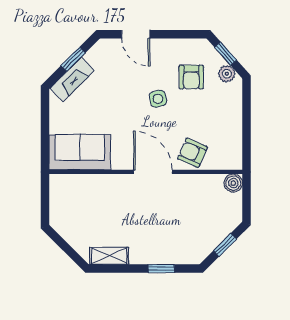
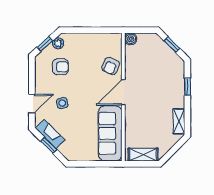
fireplace: (72, 79) -> (50, 134), moved
side table: (158, 99) -> (62, 103), moved
sofa: (80, 152) -> (110, 133), width x1.36
shelving: (59, 202) -> (143, 155), added

